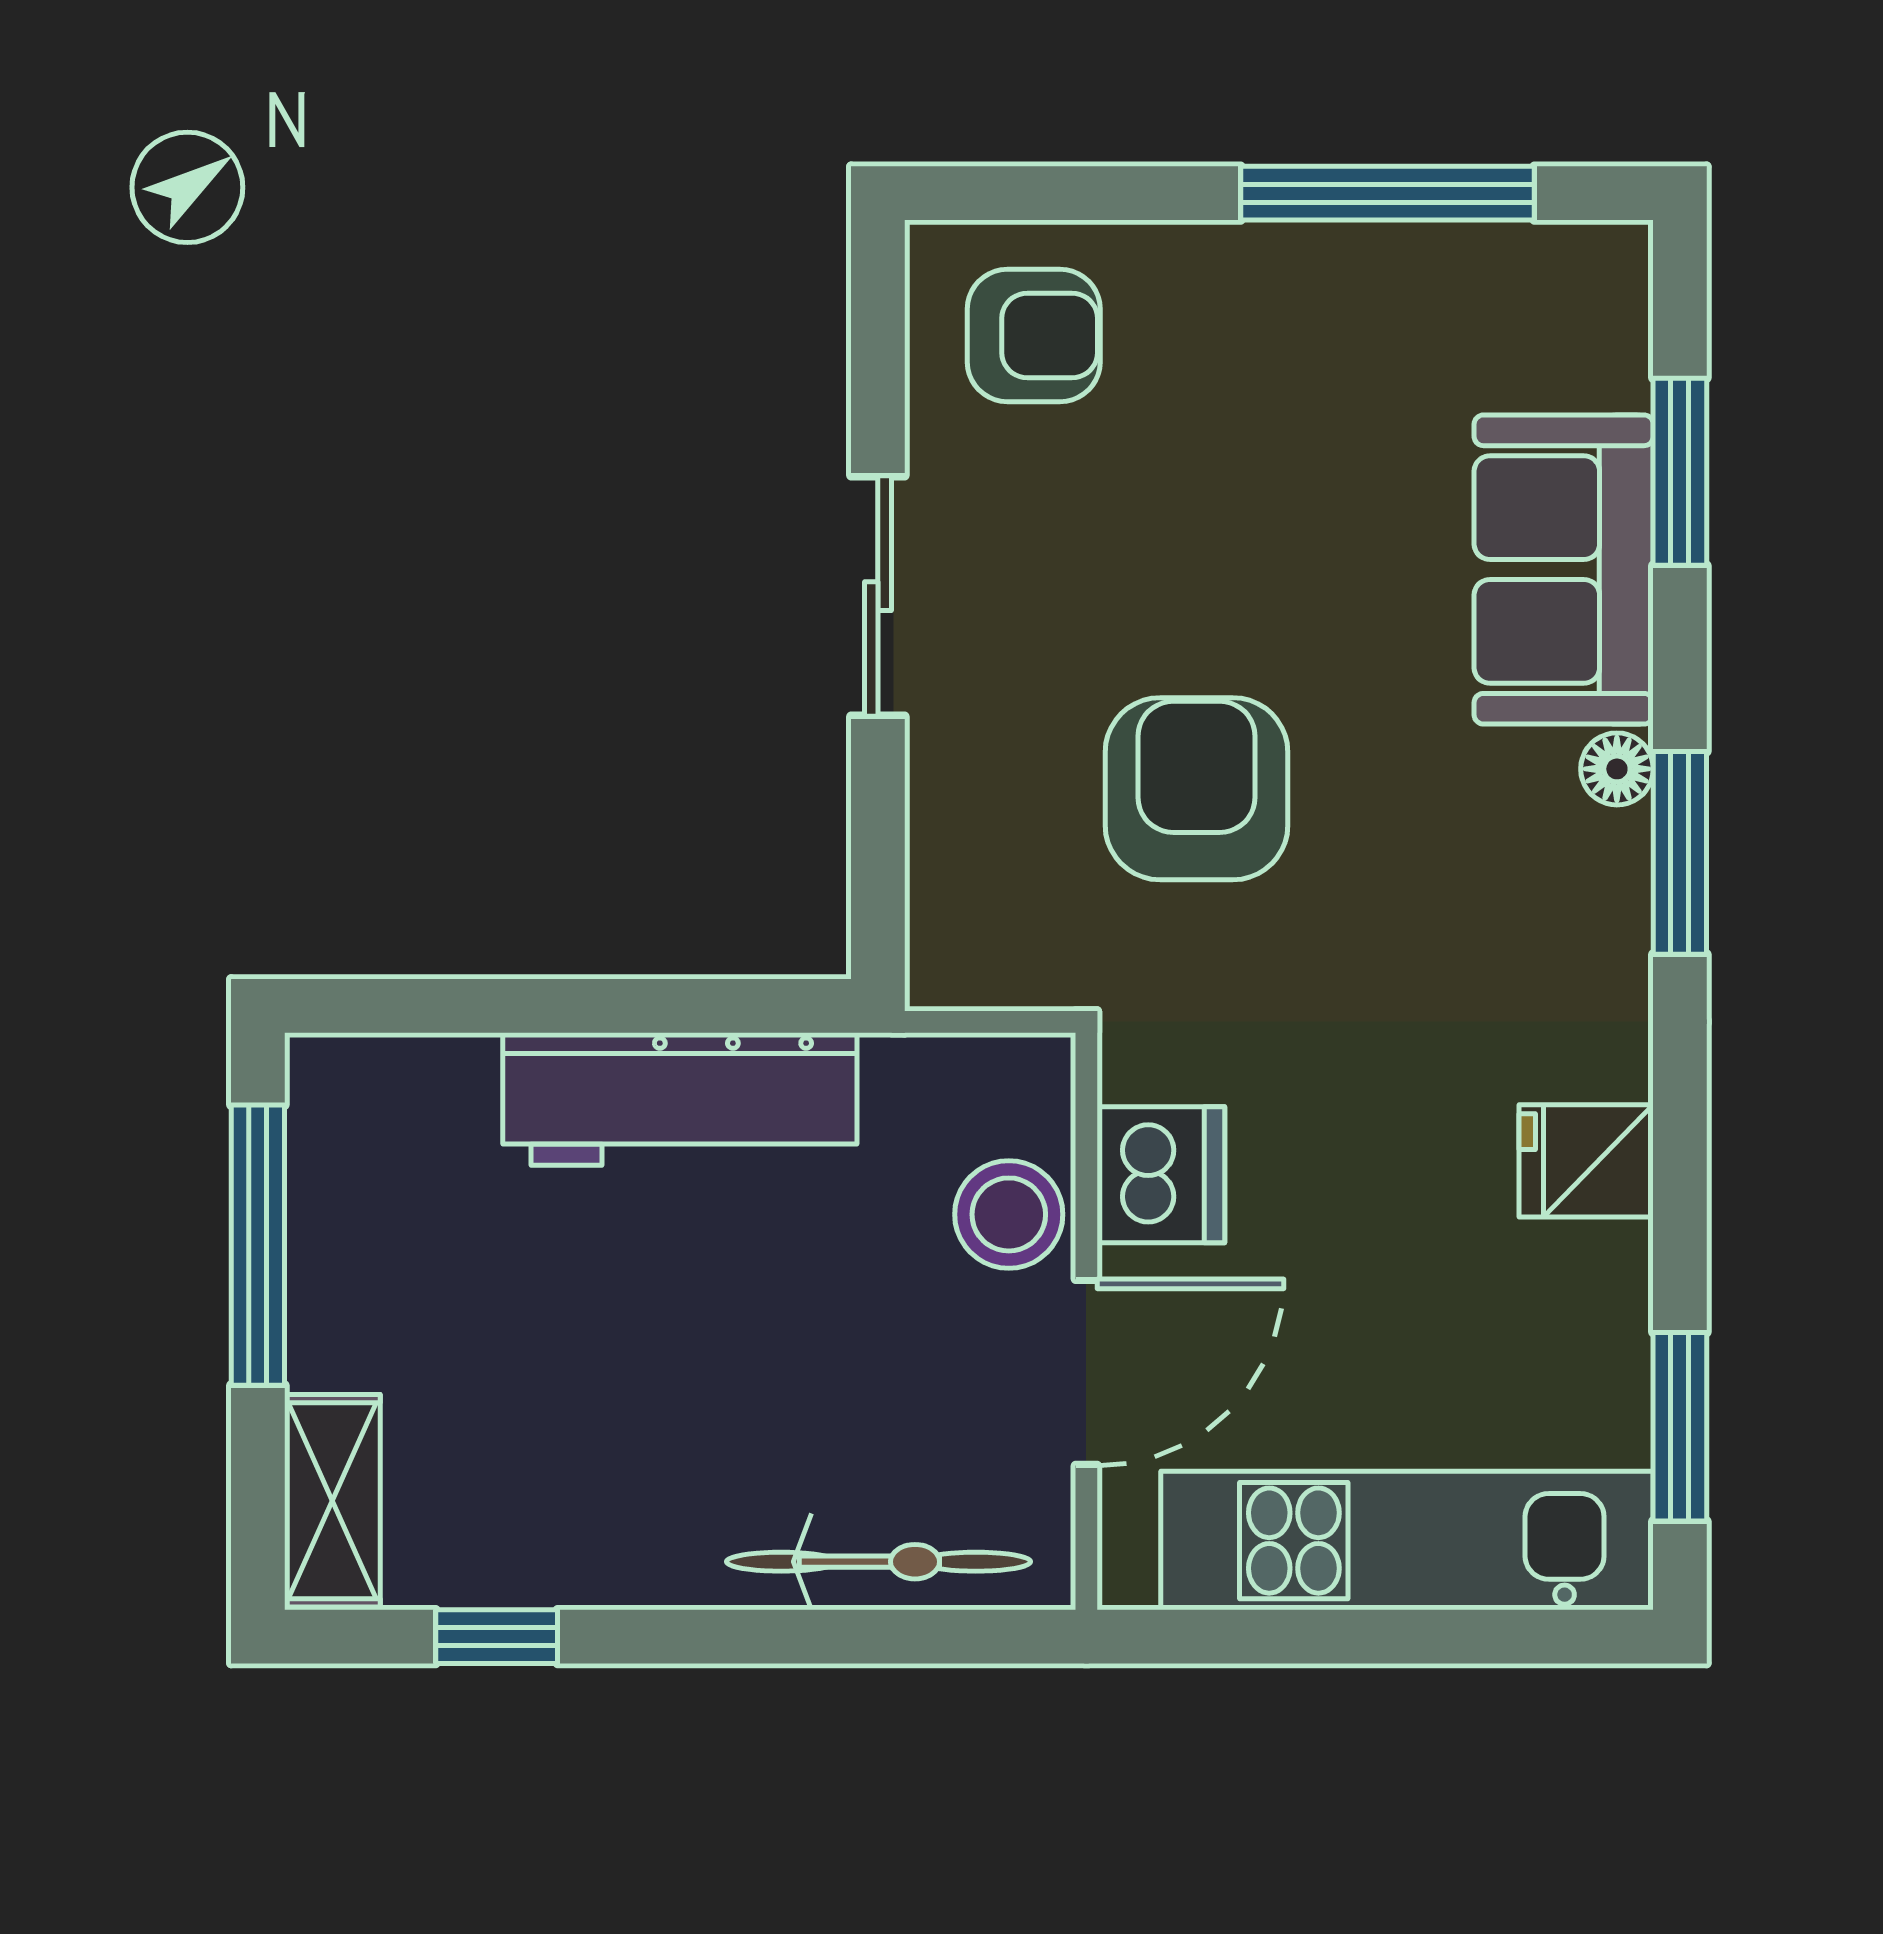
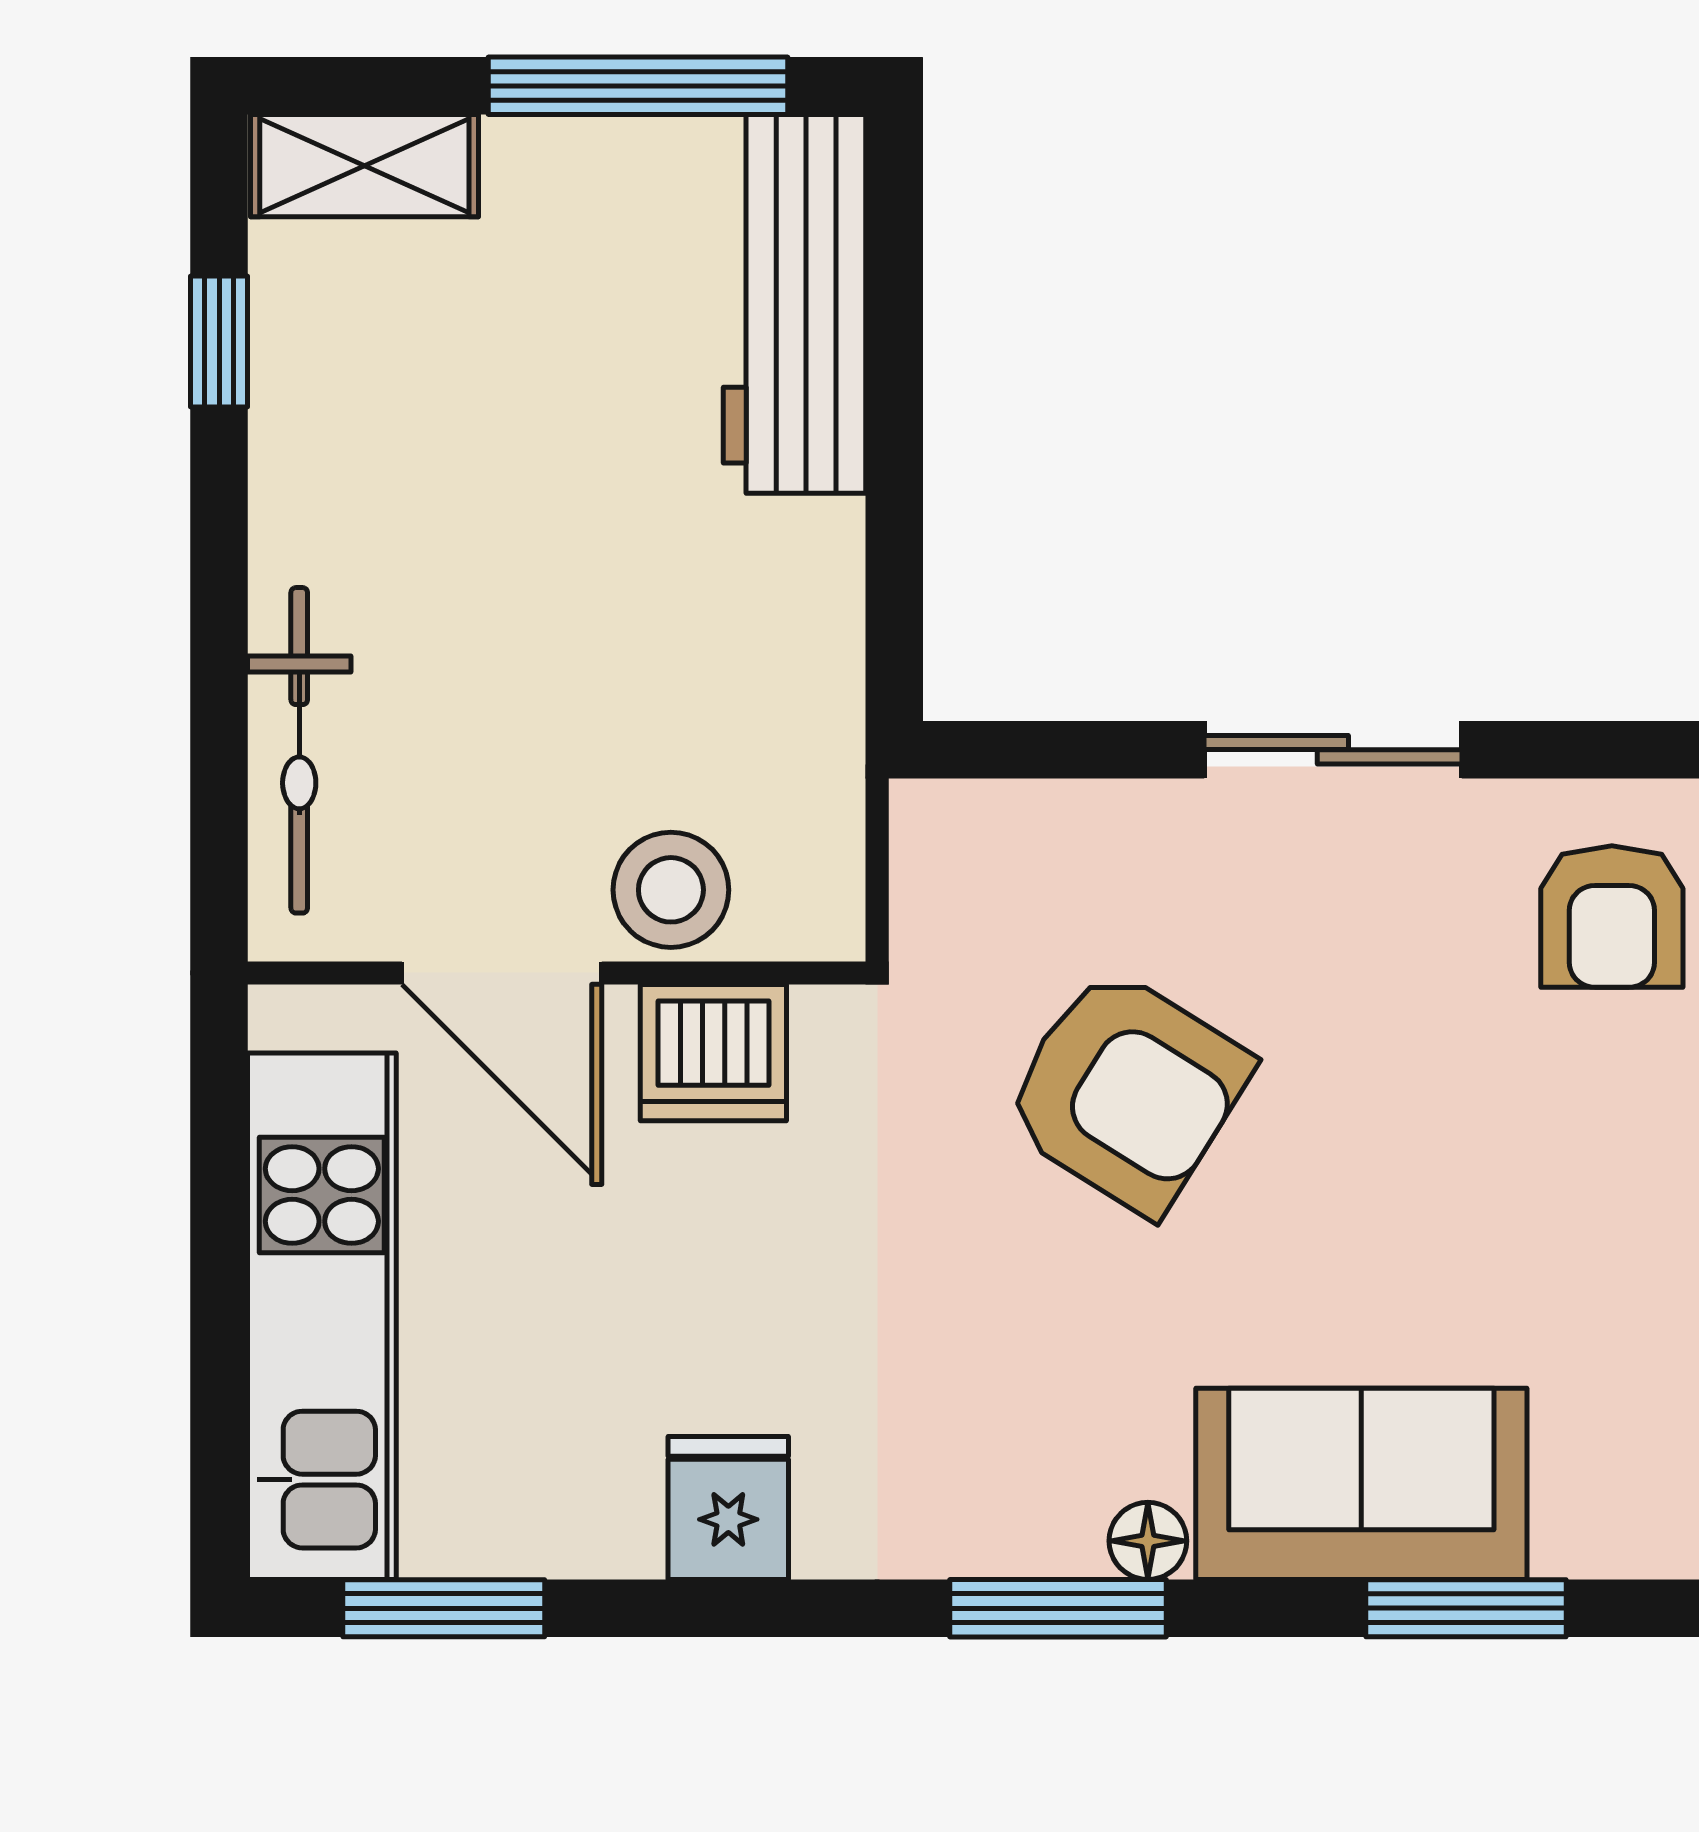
armchair: (1197, 789) -> (1127, 1091), turned 32
workbench: (680, 1099) -> (795, 304), moved

